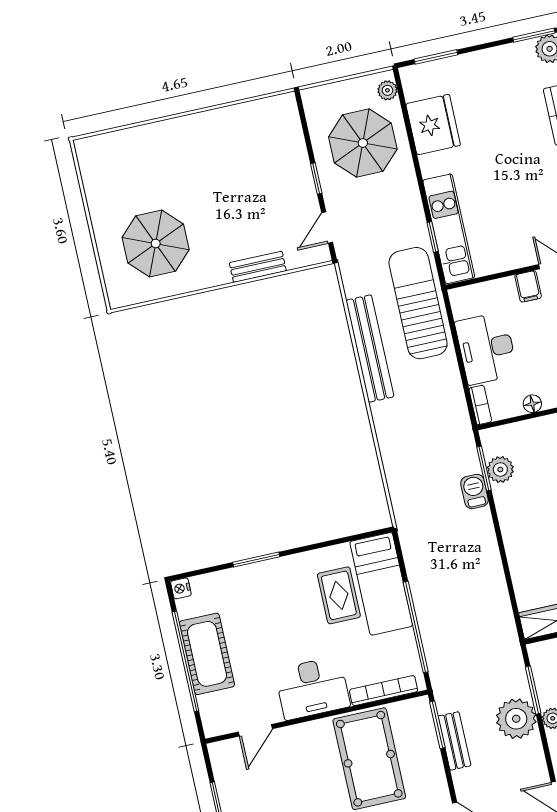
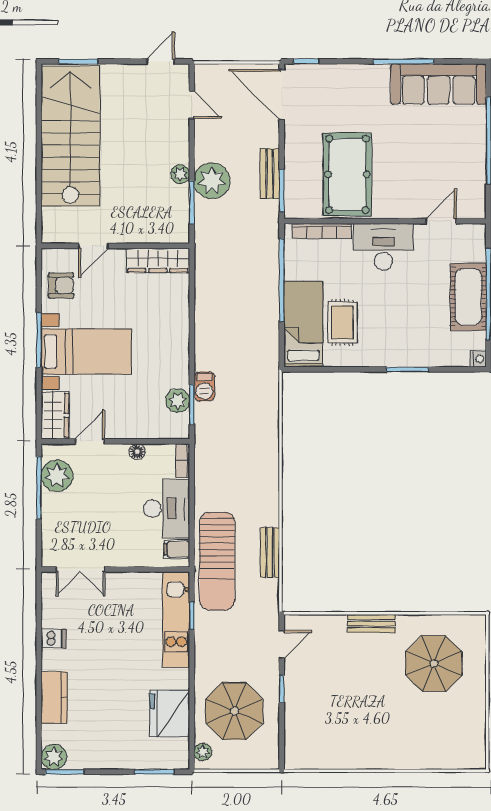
bench: (258, 267) -> (371, 624), moved
filing cabinet: (528, 286) -> (177, 549), moved, turned -90
bench: (370, 348) -> (270, 553), width x0.54, depth x0.82

